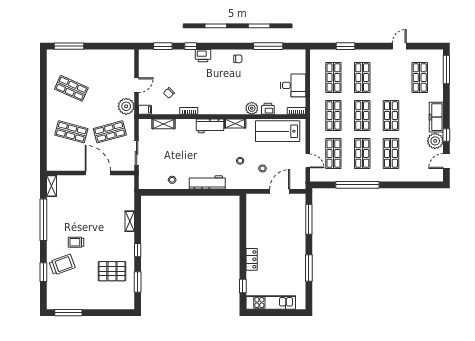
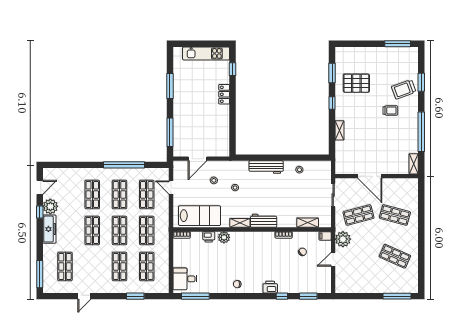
window: (268, 46) -> (195, 296), moved
desk: (293, 85) -> (185, 279), moved

